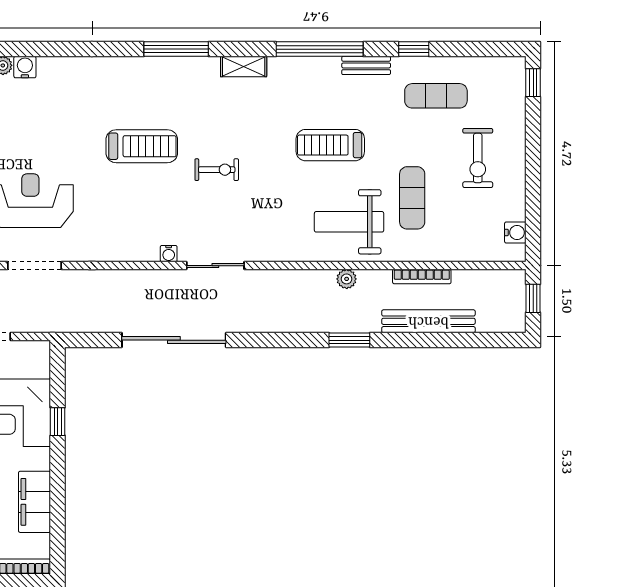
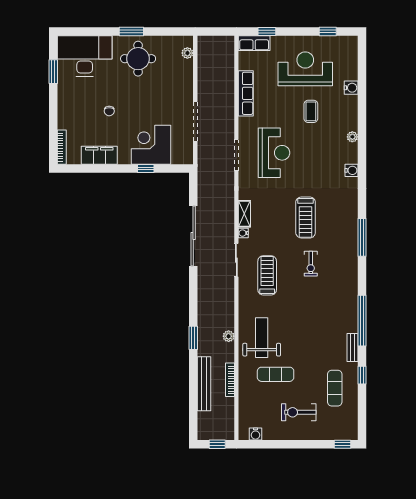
water cooler: (25, 67) -> (351, 170), moved
shelving: (244, 67) -> (244, 214), moved
treadmill: (330, 145) -> (267, 275), moved
exercise bike: (217, 170) -> (311, 264), moved

